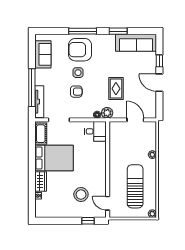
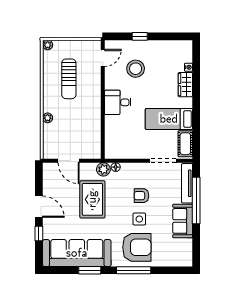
sofa: (136, 43) -> (77, 253), width x1.36, depth x1.27
sofa: (43, 54) -> (183, 221), moved
rug: (116, 89) -> (92, 199), width x1.36, depth x1.43
desk: (95, 131) -> (118, 102), moved
bed: (54, 158) -> (169, 119), width x0.67
sun lounger: (135, 186) -> (69, 79), width x0.73, depth x0.75
door: (108, 203) -> (103, 58), hinge flipped
window: (88, 221) -> (140, 36), moved

